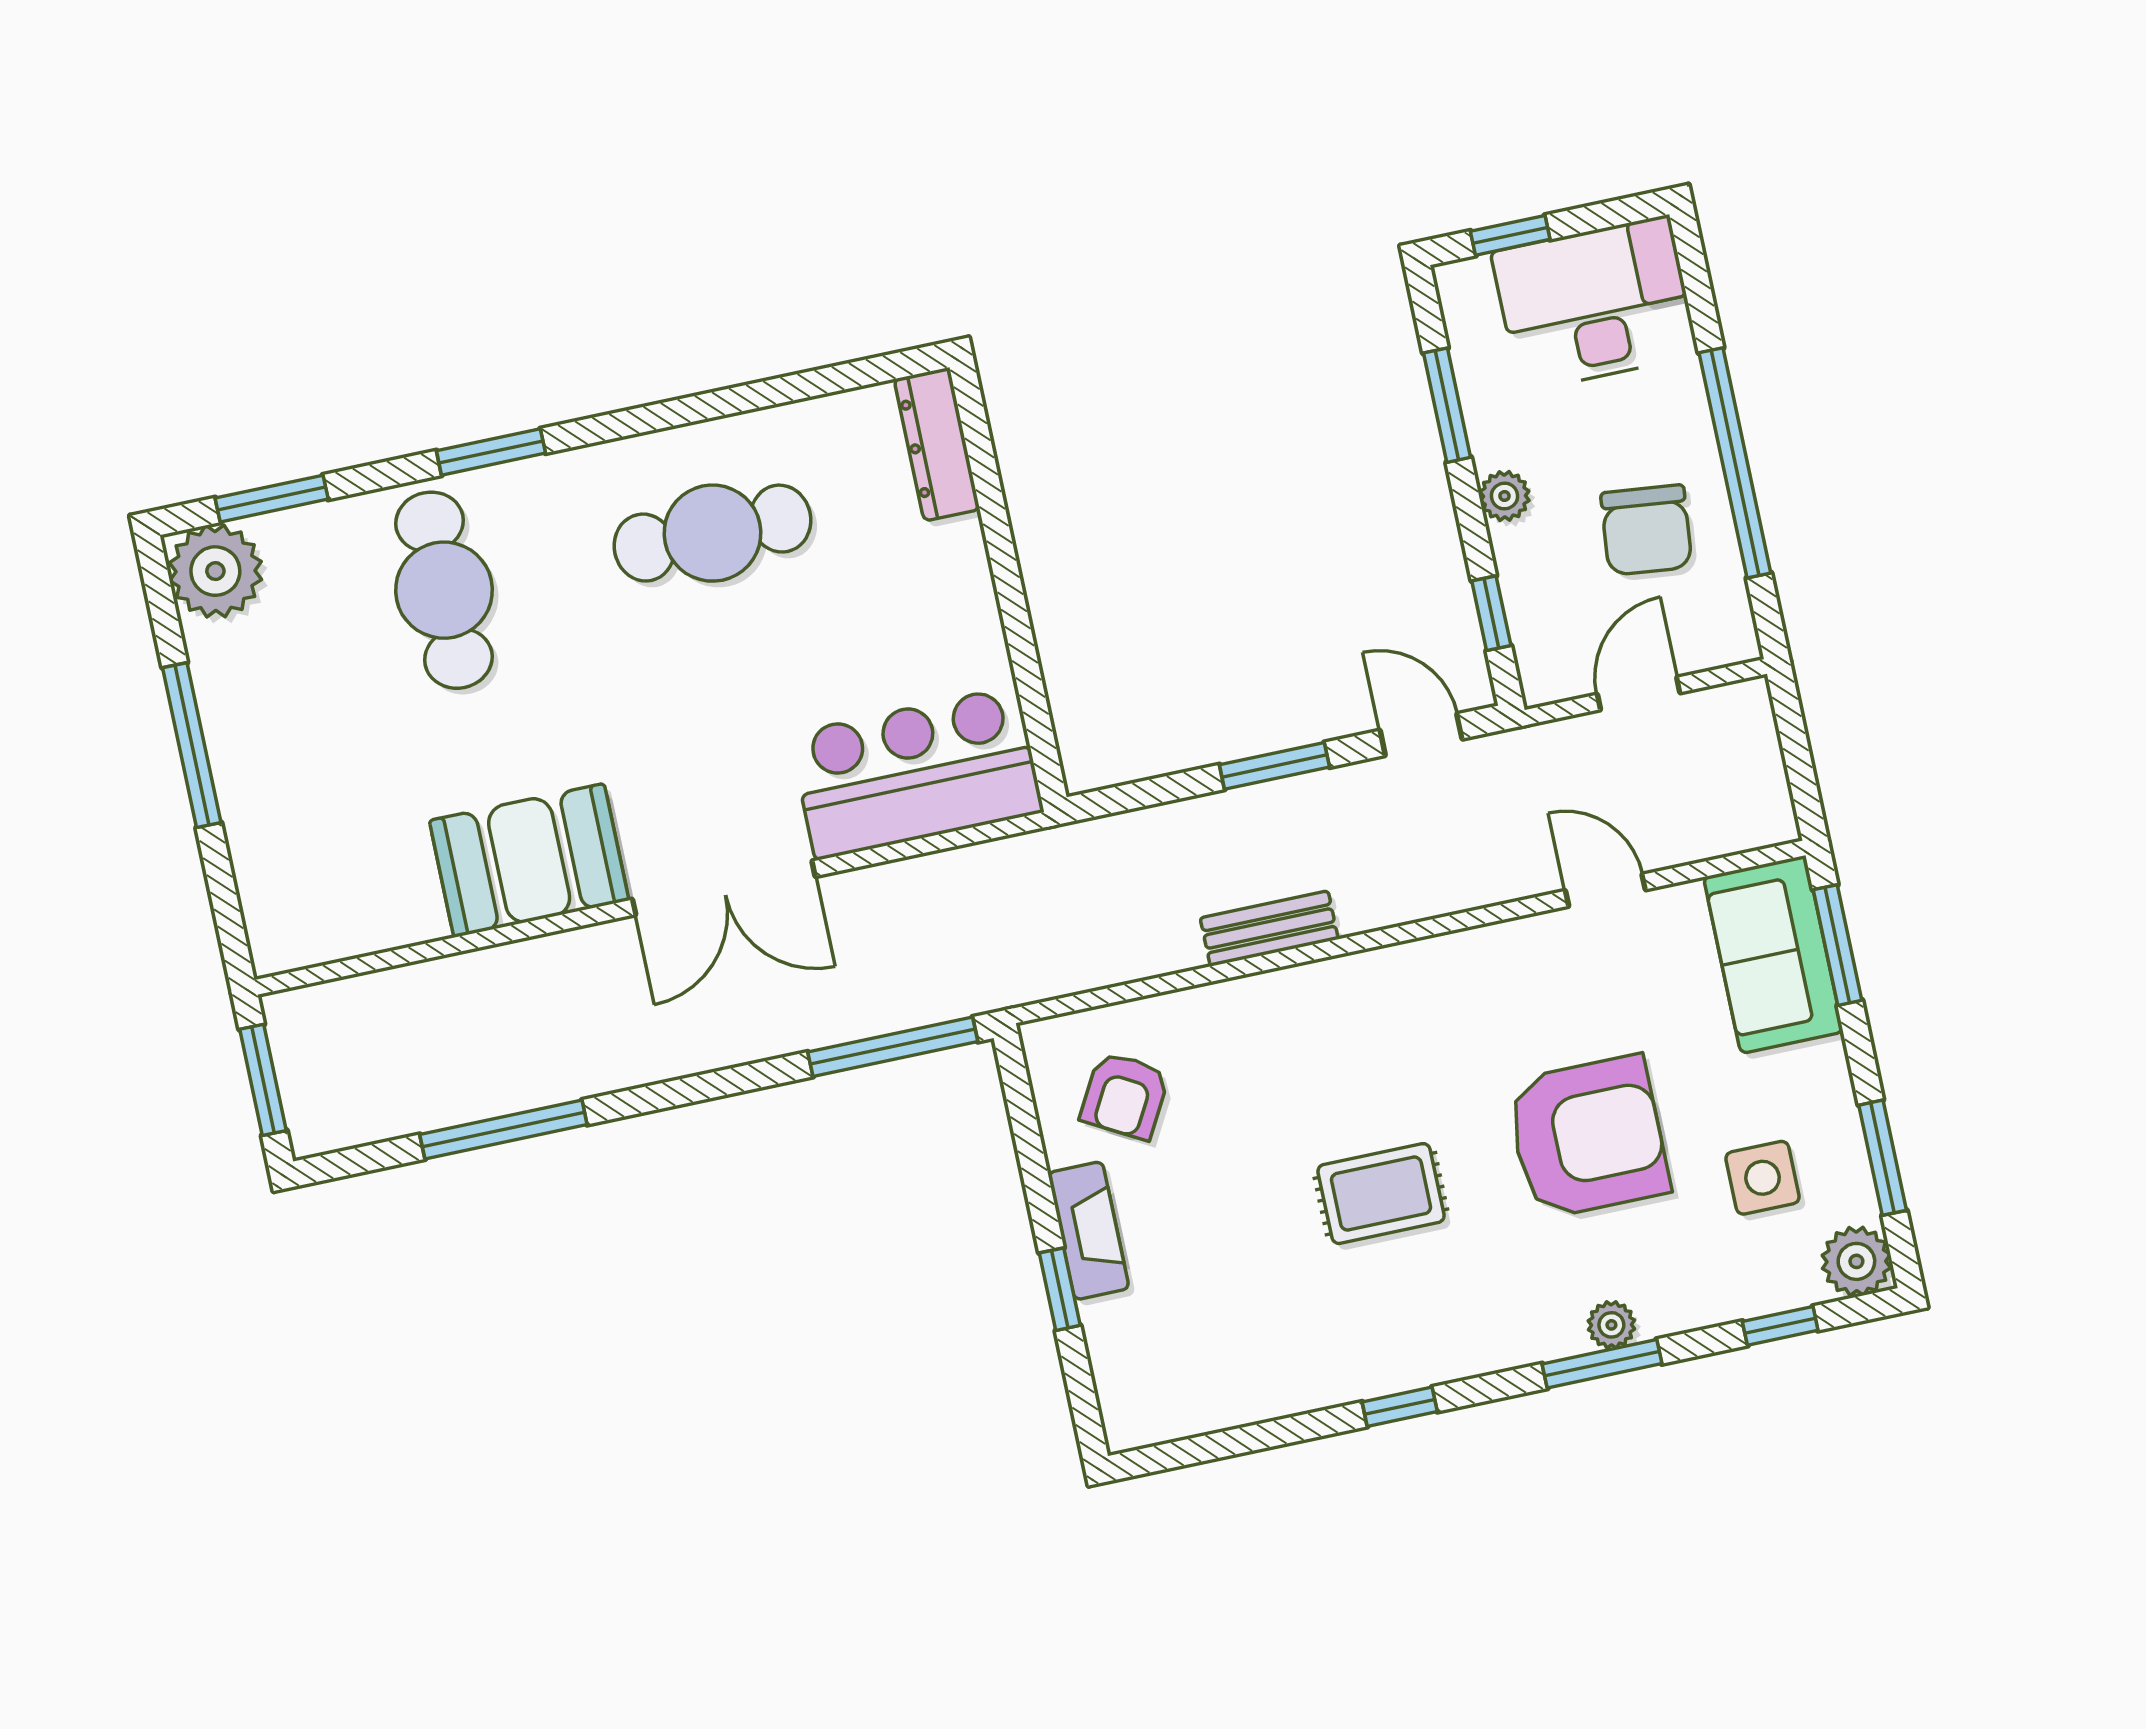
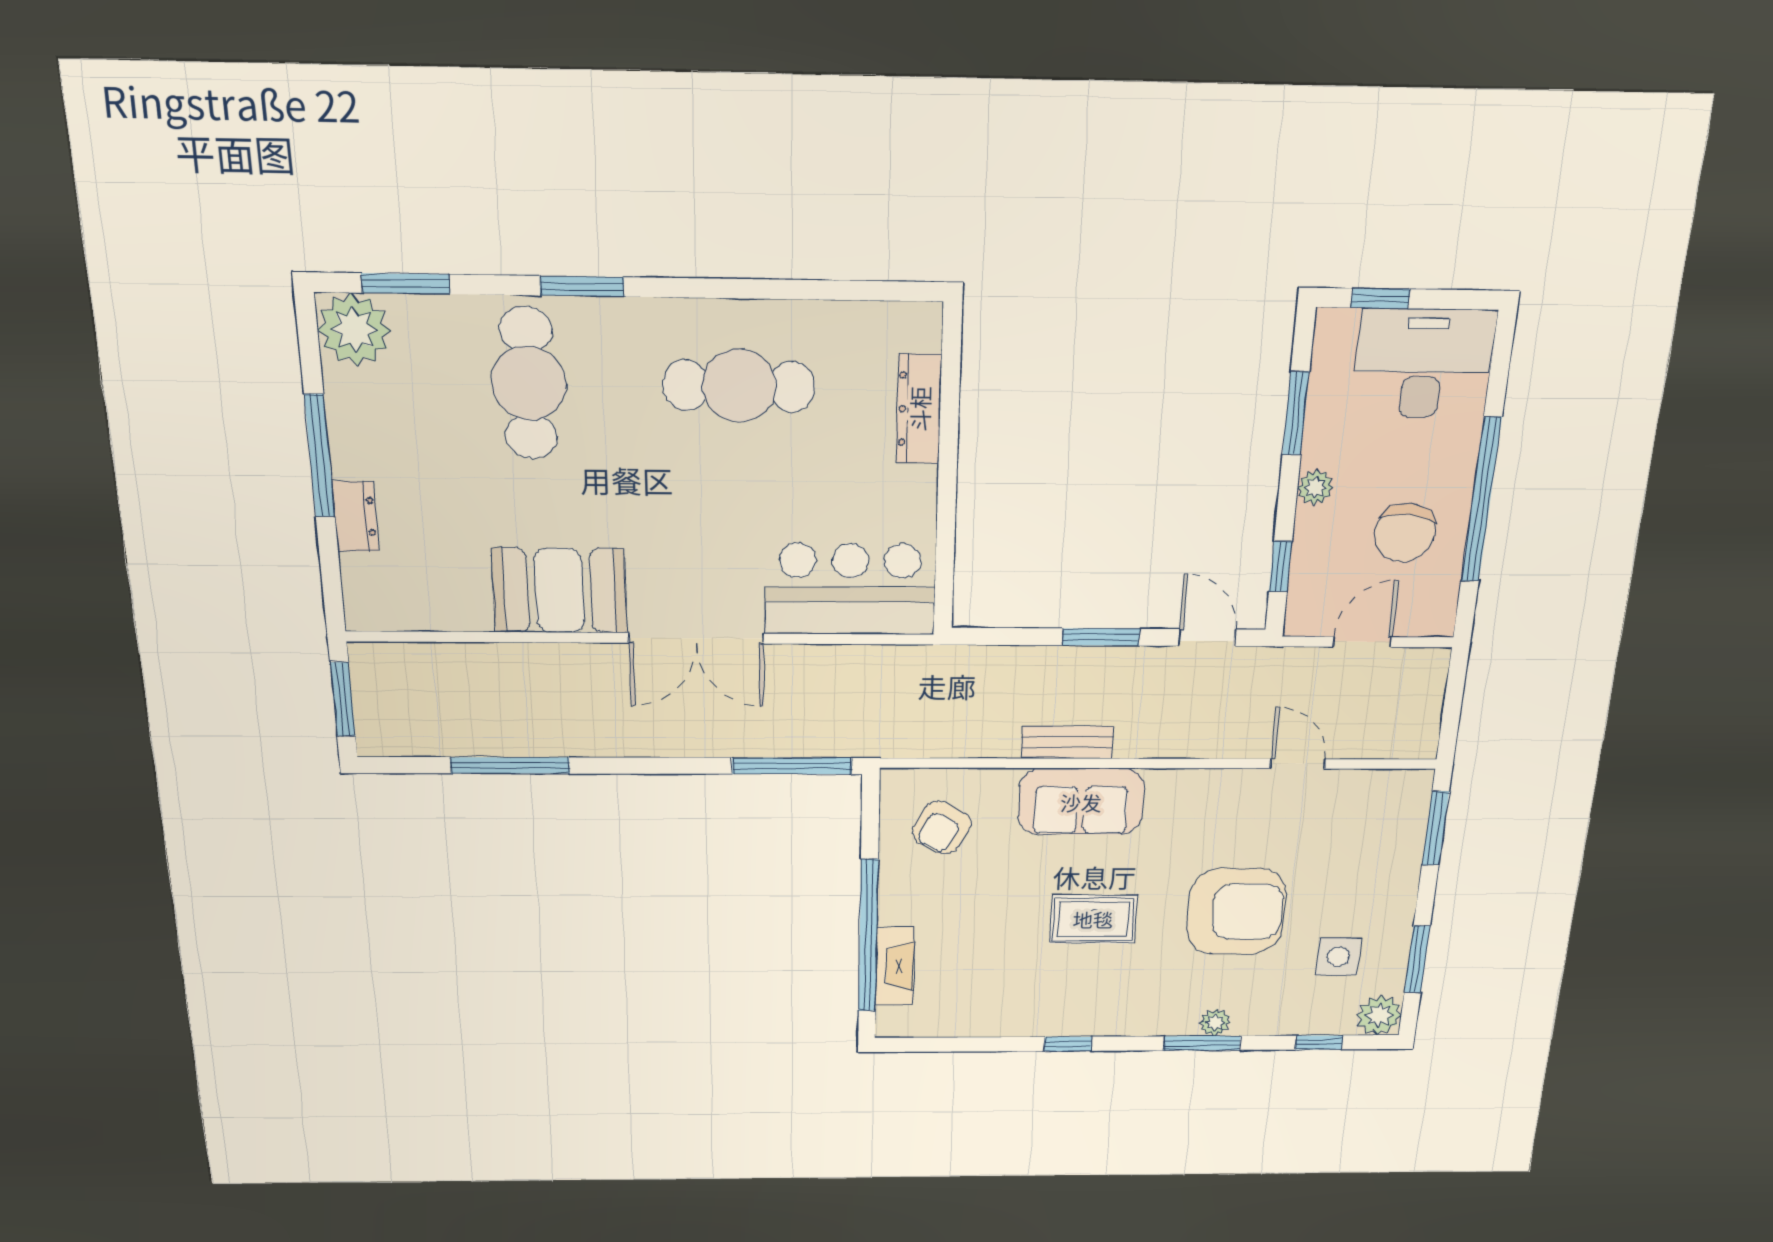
dresser: (937, 444) -> (919, 409), moved
dresser: (247, 817) -> (355, 516), added
sofa: (1773, 955) -> (1081, 802), moved, turned -90
fireplace: (1088, 1231) -> (895, 966), moved
window: (1060, 1289) -> (868, 936), width x3.17

